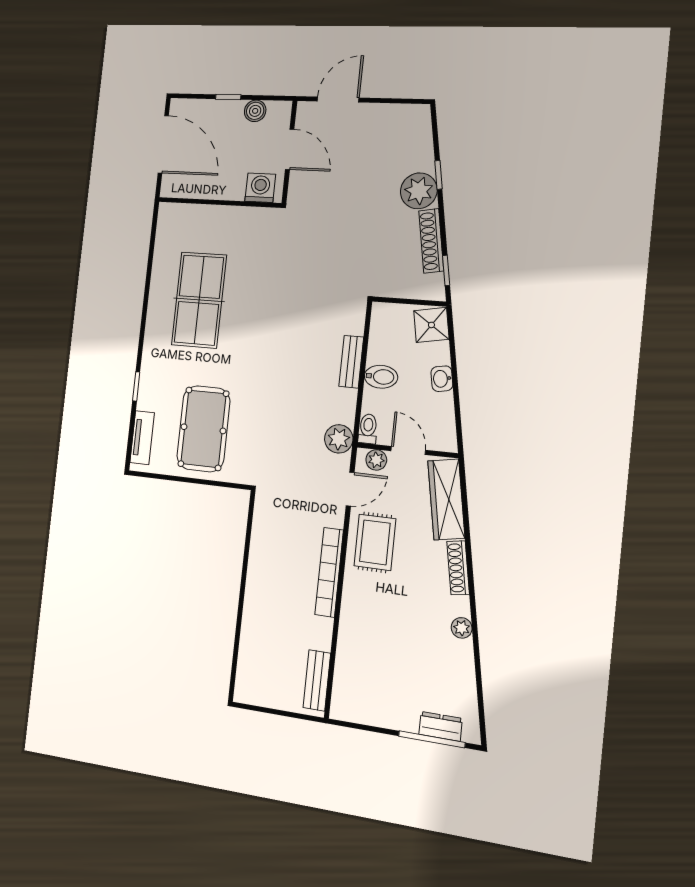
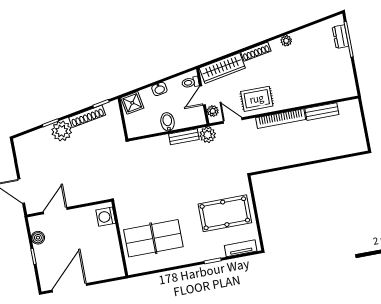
washing machine: (260, 188) -> (106, 217), moved
wall: (219, 202) -> (120, 238), moved
bench: (351, 362) -> (184, 137), moved
toilet: (368, 429) -> (190, 82), moved
bench: (317, 680) -> (322, 112), moved

